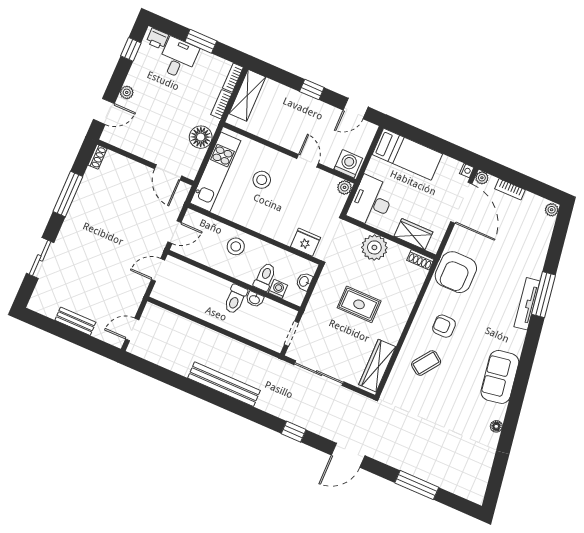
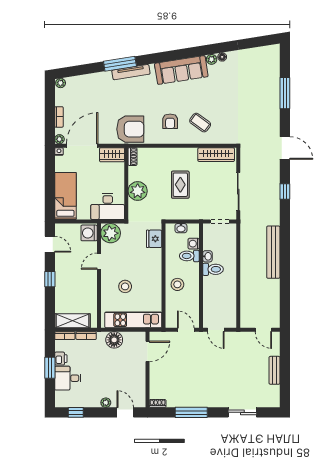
printer: (157, 39) -> (61, 359), moved
plant: (344, 187) -> (111, 233), width x1.88, depth x1.88
wardrobe: (413, 234) -> (112, 155), moved, turned -90
sofa: (500, 377) -> (181, 70), width x1.36
plant: (499, 412) -> (212, 59), added

